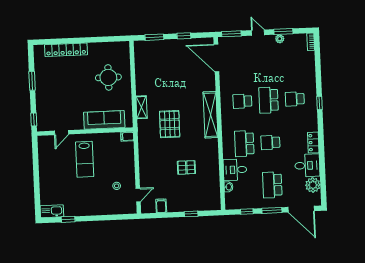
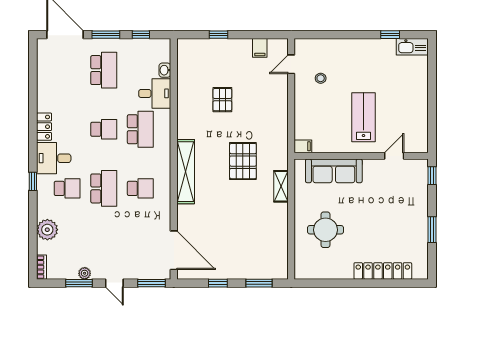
desk: (307, 165) -> (54, 158), moved
pallet: (186, 167) -> (222, 100), turned 90
plant: (313, 185) -> (47, 230), moved

